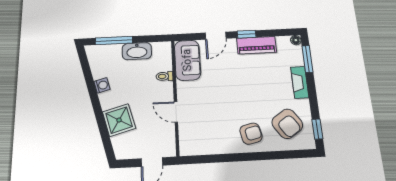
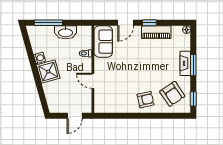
window: (307, 59) -> (193, 65), moved
shower: (119, 120) -> (48, 72), moved

